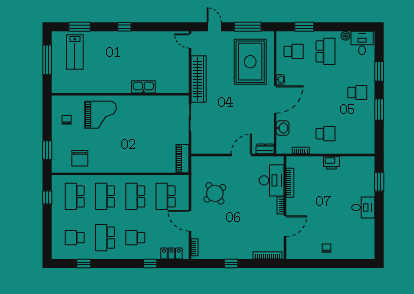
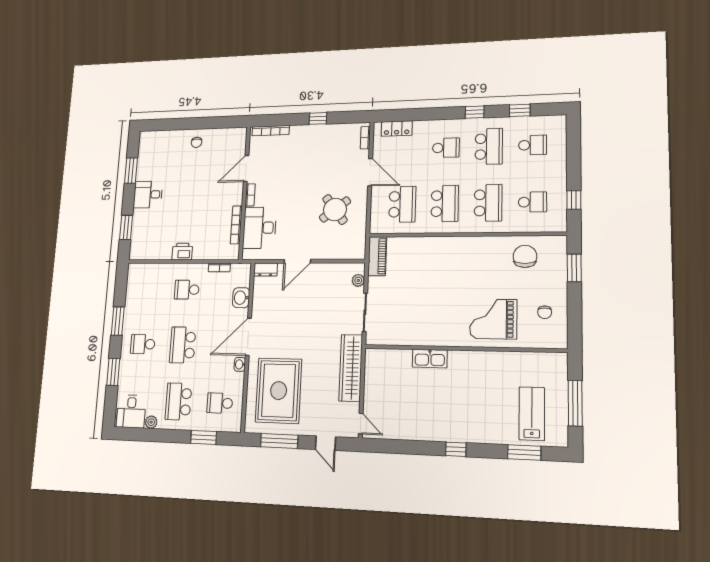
school desk: (325, 93) -> (183, 345), added
plant: (196, 141) -> (358, 280), added
school desk: (75, 196) -> (533, 202), width x0.54
window: (379, 227) -> (131, 171), added
window: (150, 264) -> (475, 112), moved

